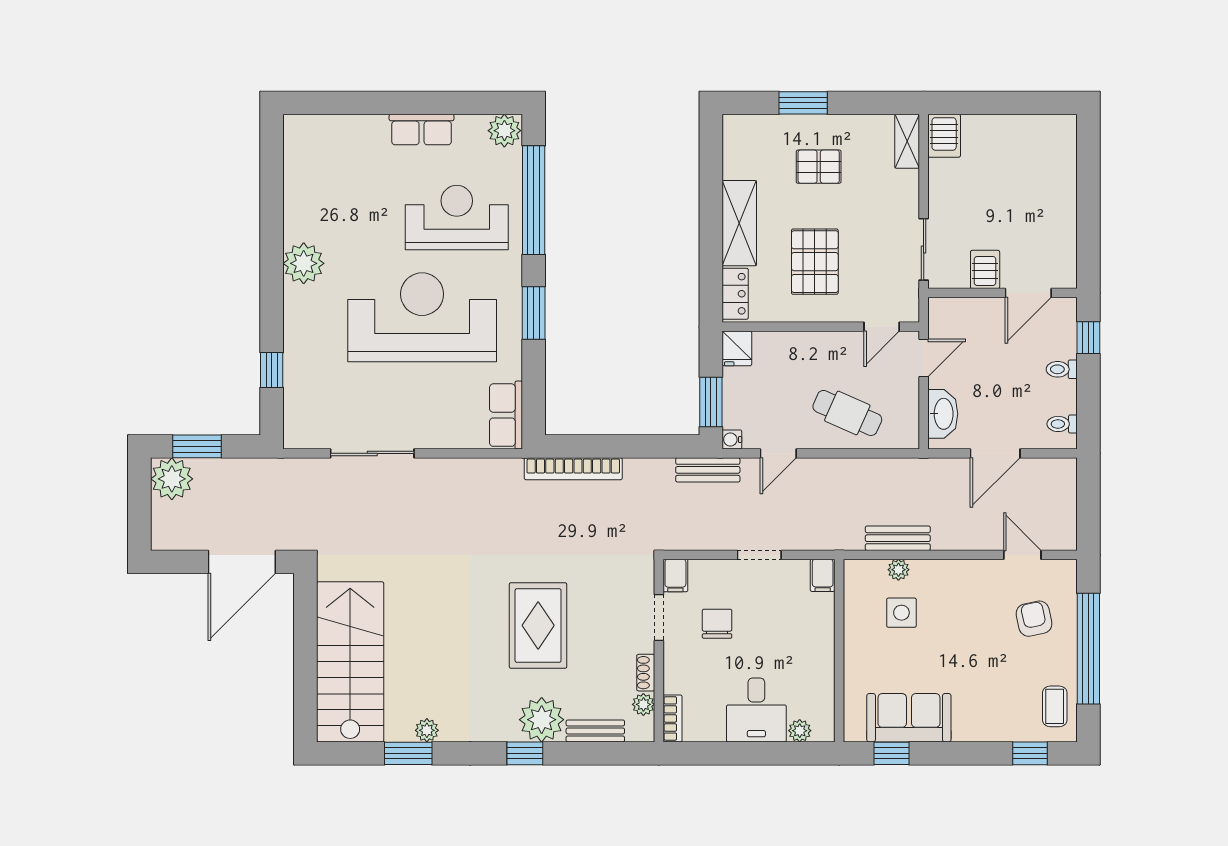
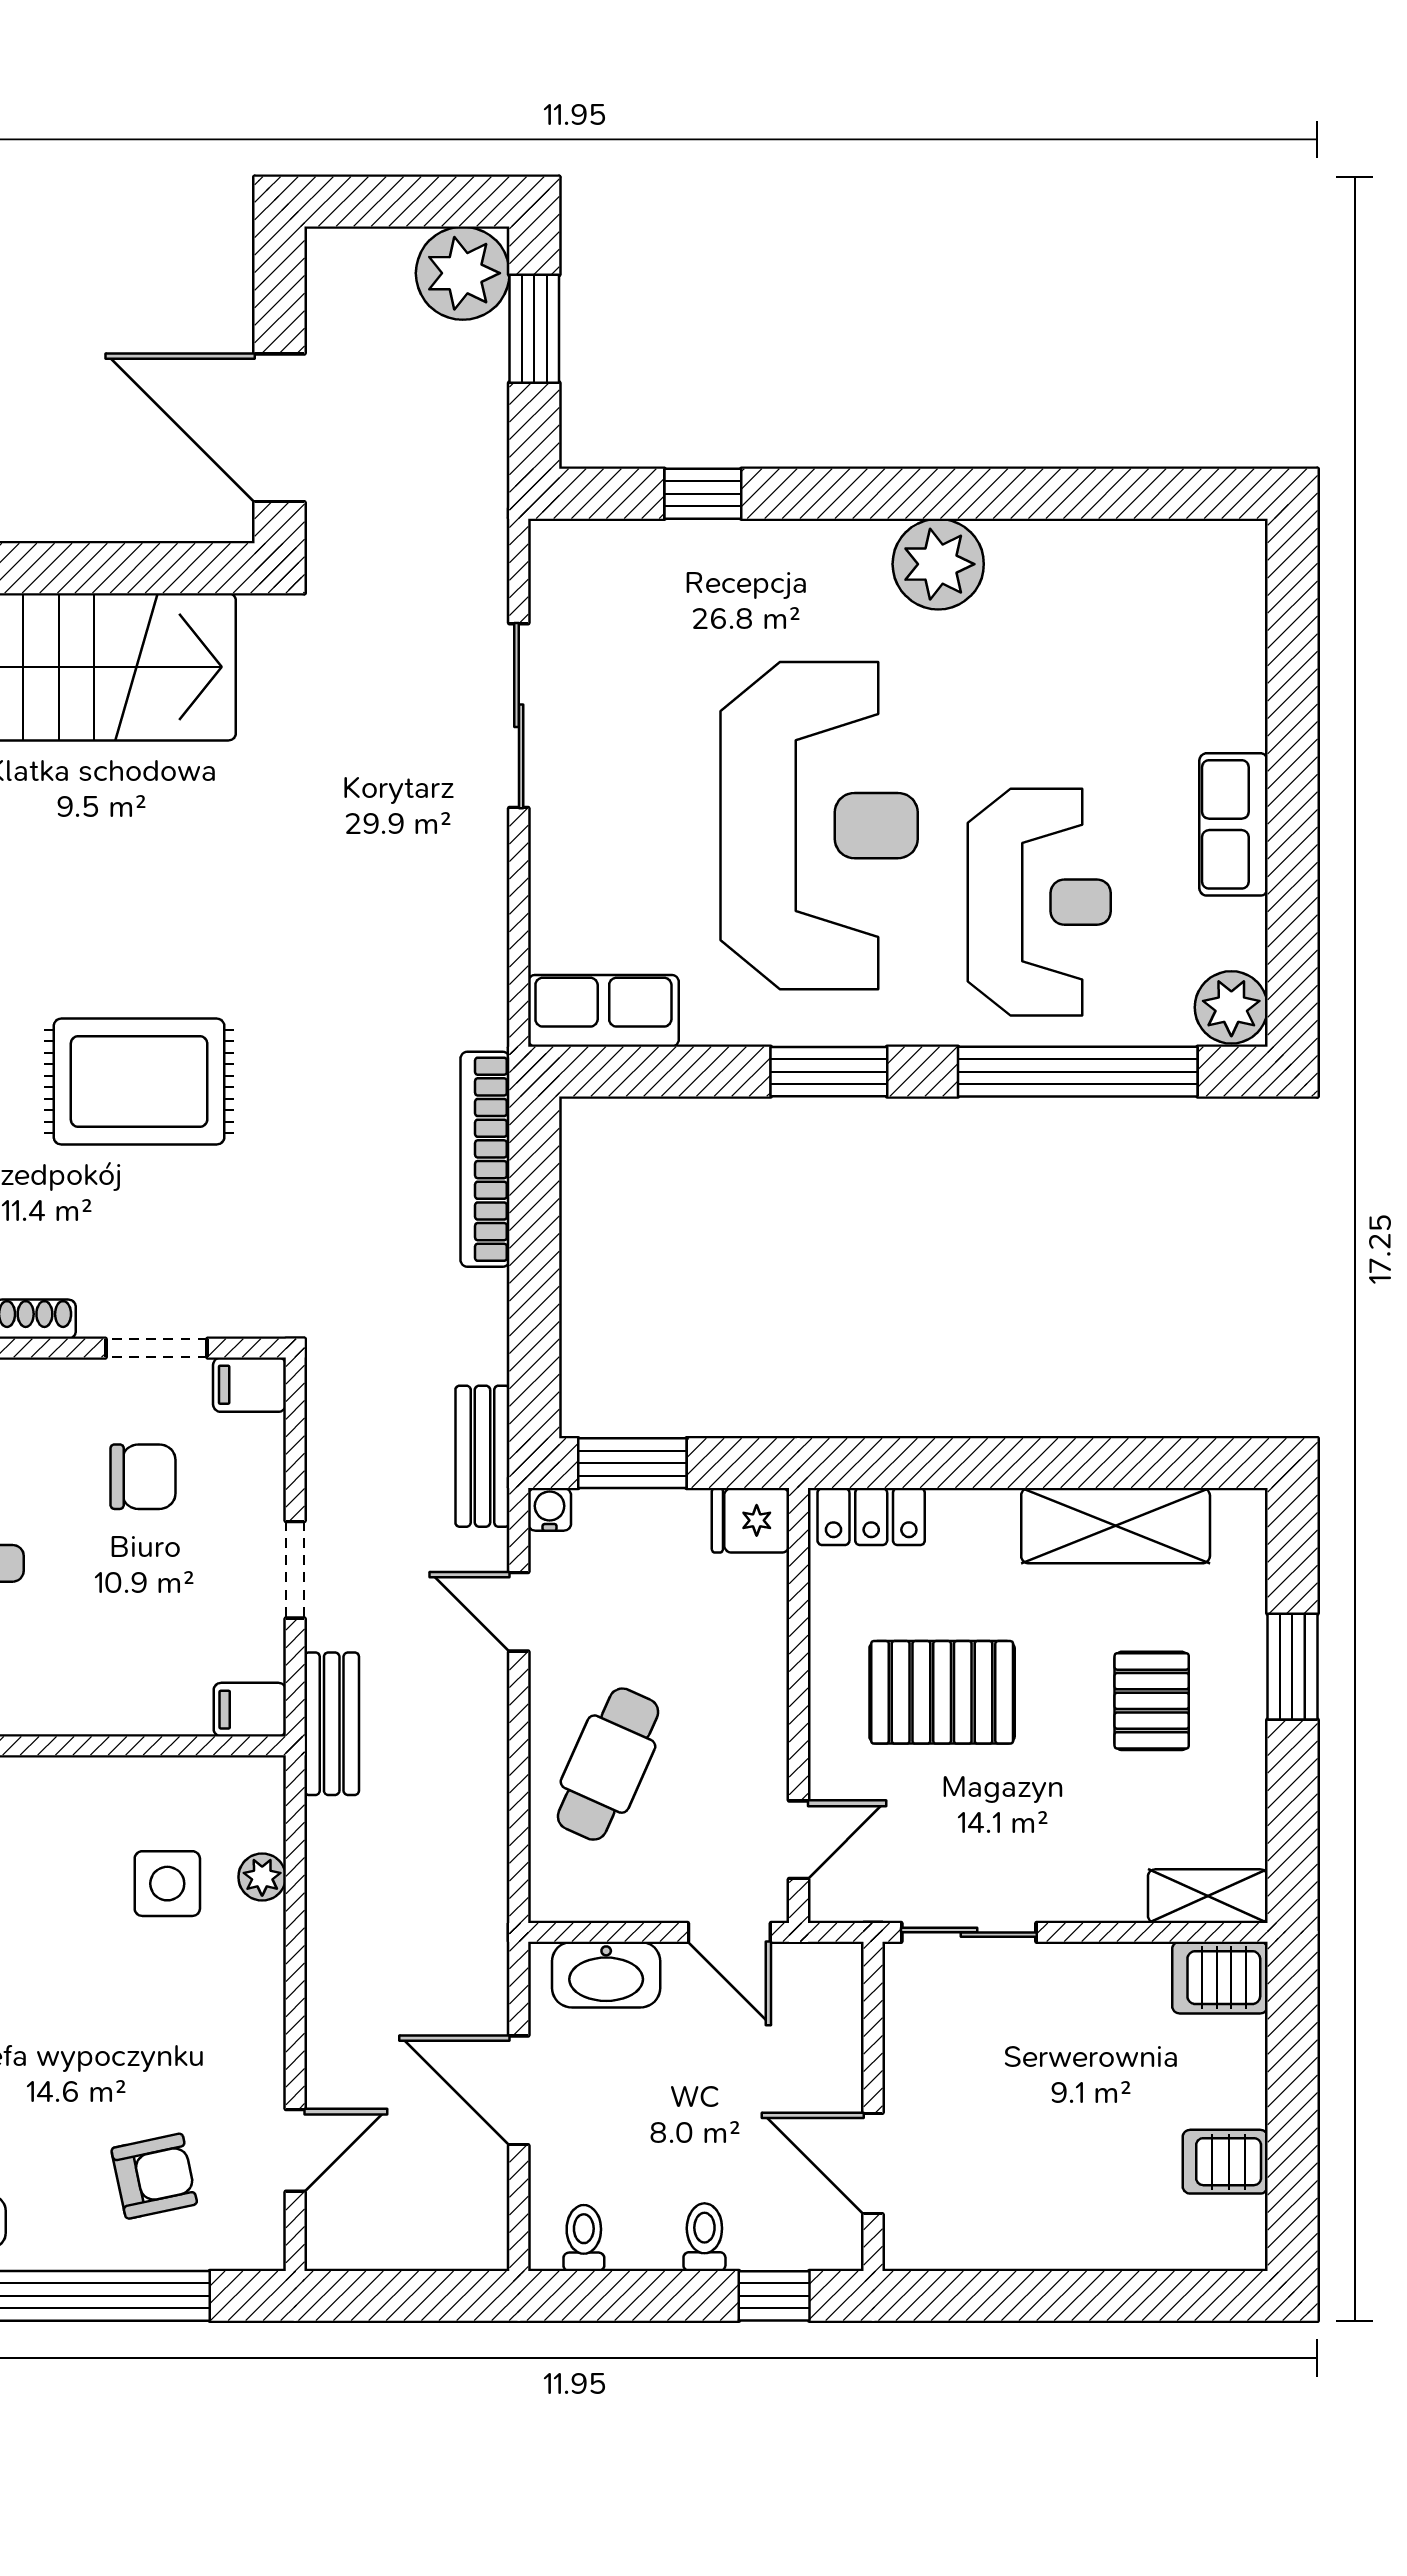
shelving: (739, 223) -> (1116, 1526), moved
server rack: (985, 269) -> (1225, 2162), moved, turned 180
door: (882, 327) -> (798, 1840), swing flipped
bench: (898, 538) -> (332, 1724), moved

